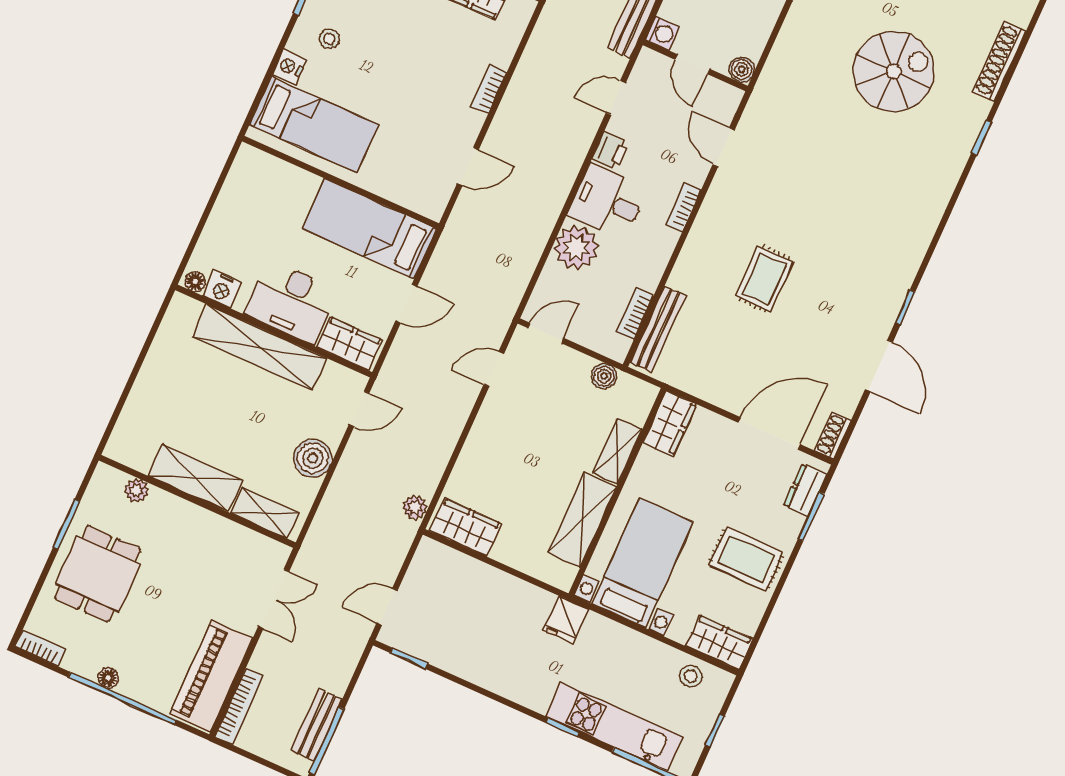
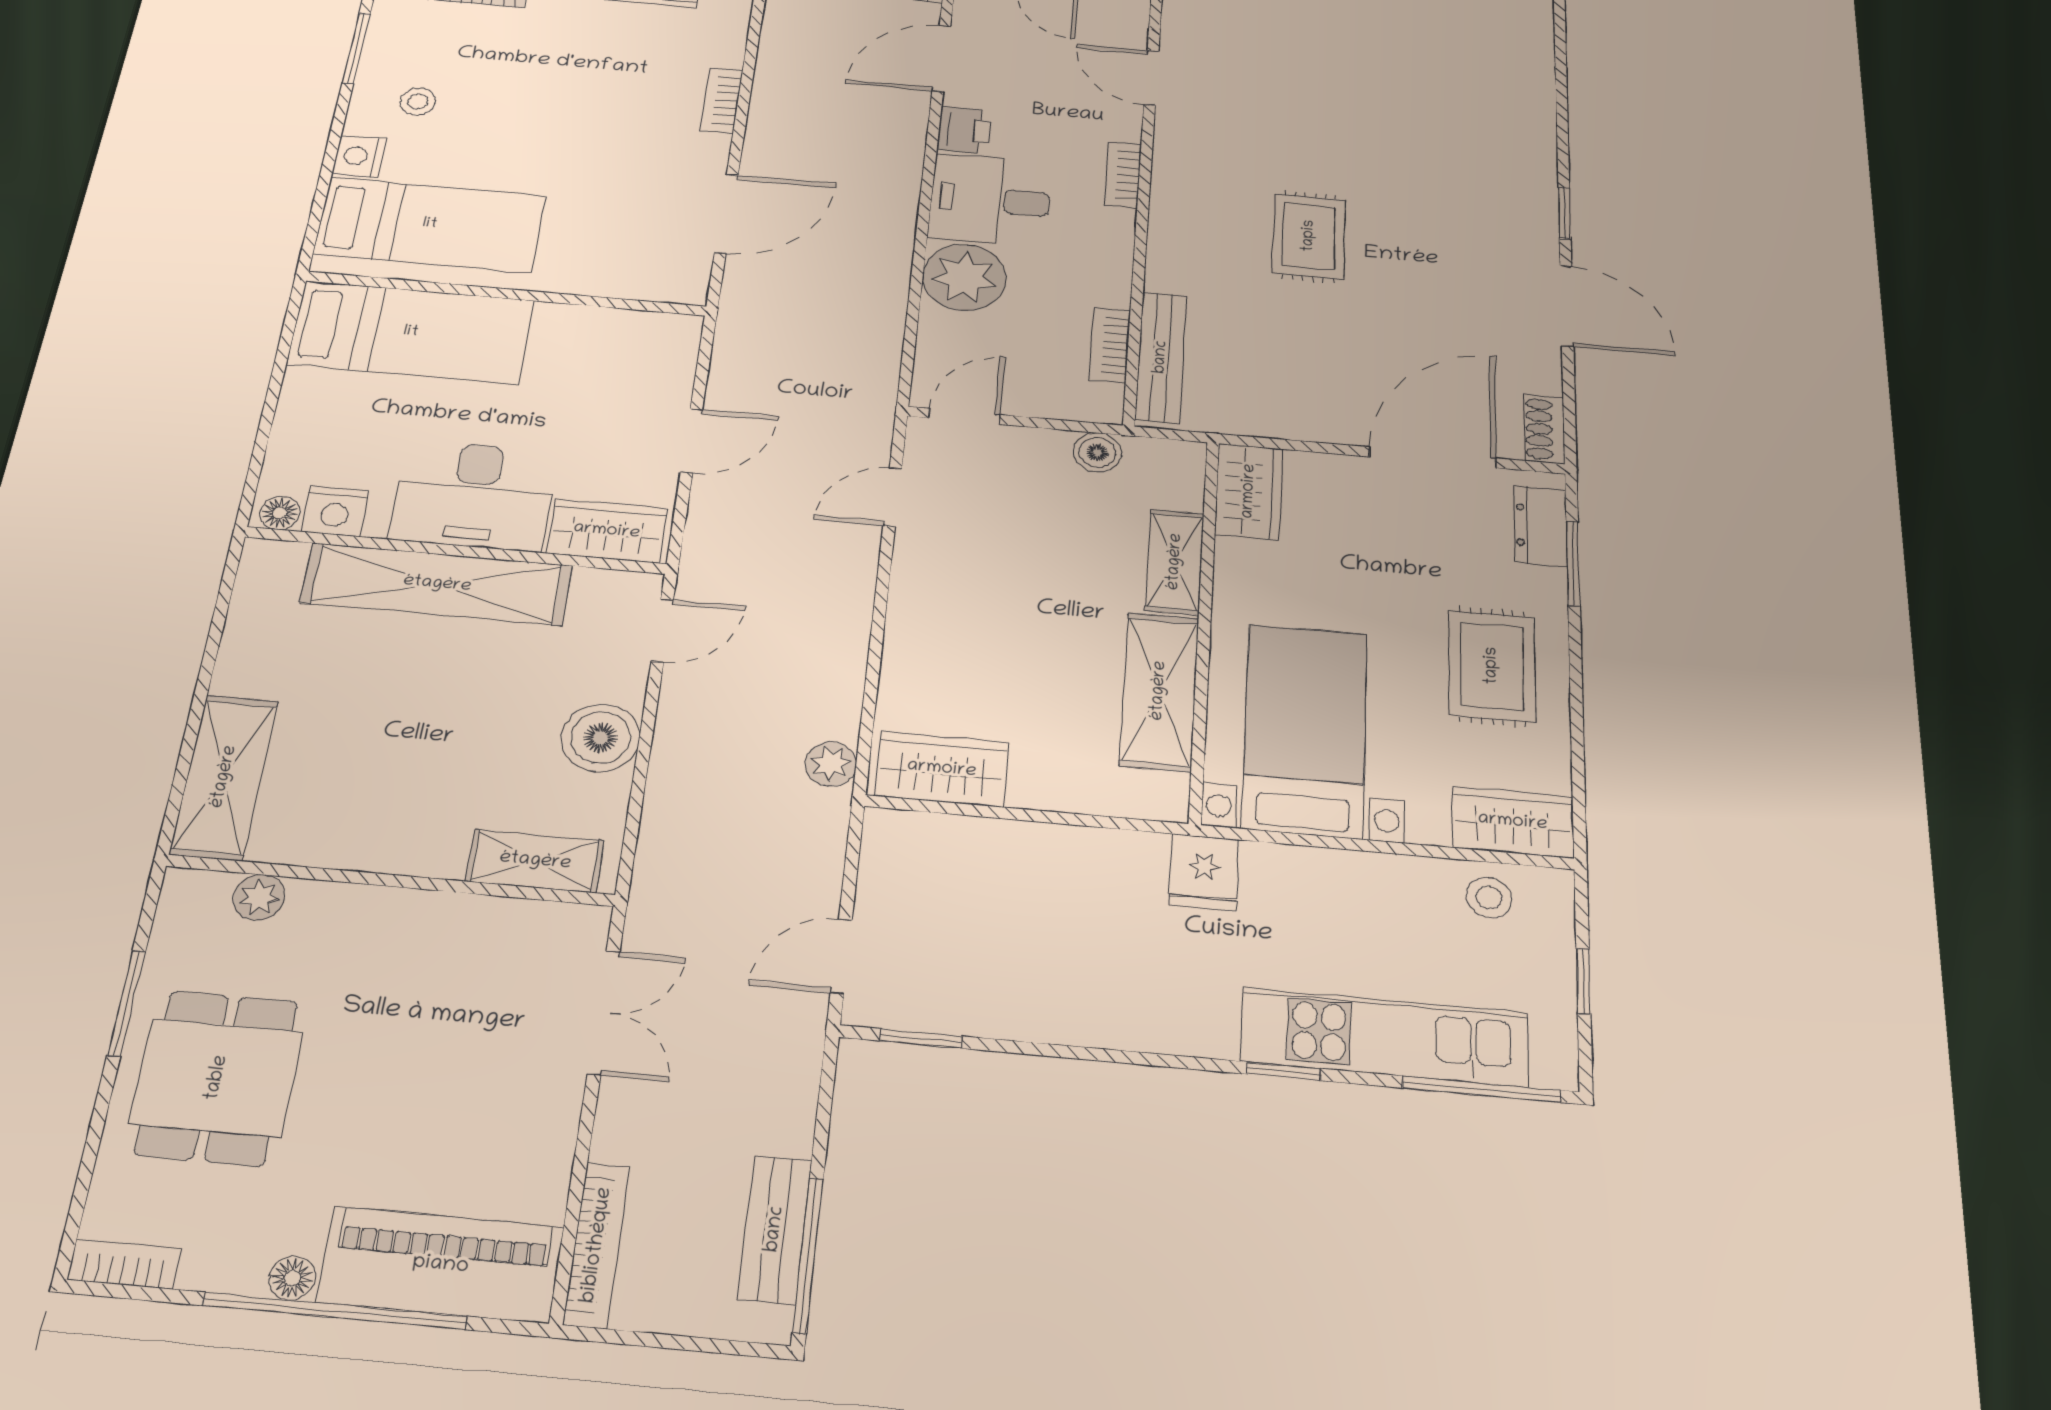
door: (616, 98) -> (941, 58), width x1.38
door: (468, 167) -> (726, 214), width x1.38
bed: (370, 229) -> (411, 332), moved, turned 180
shelving: (195, 478) -> (224, 777), moved, turned 90
rug: (746, 559) -> (1492, 666), turned 90
piano: (211, 676) -> (441, 1265), moved, turned 90

